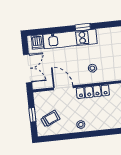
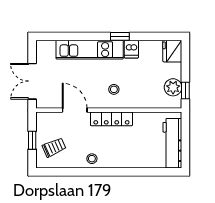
window: (83, 27) -> (120, 36), moved
dishwasher: (37, 42) -> (131, 49), moved
double door: (28, 69) -> (32, 81), swing flipped

